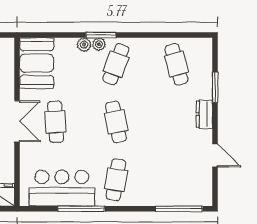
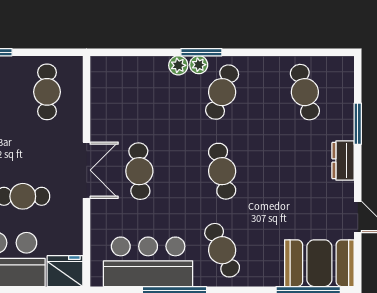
booth: (37, 63) -> (319, 263), moved, turned 90
cafe table: (116, 180) -> (222, 250), turned -33

